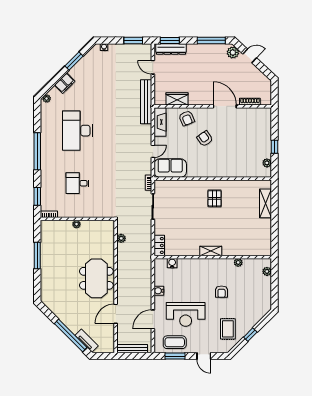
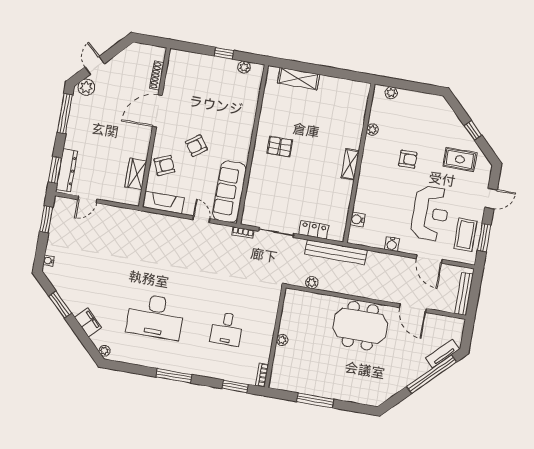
bench: (146, 102) -> (336, 252), moved
window: (37, 151) -> (174, 376), width x0.68
sofa: (170, 168) -> (229, 192), width x1.36
locker: (159, 245) -> (314, 230), moved

